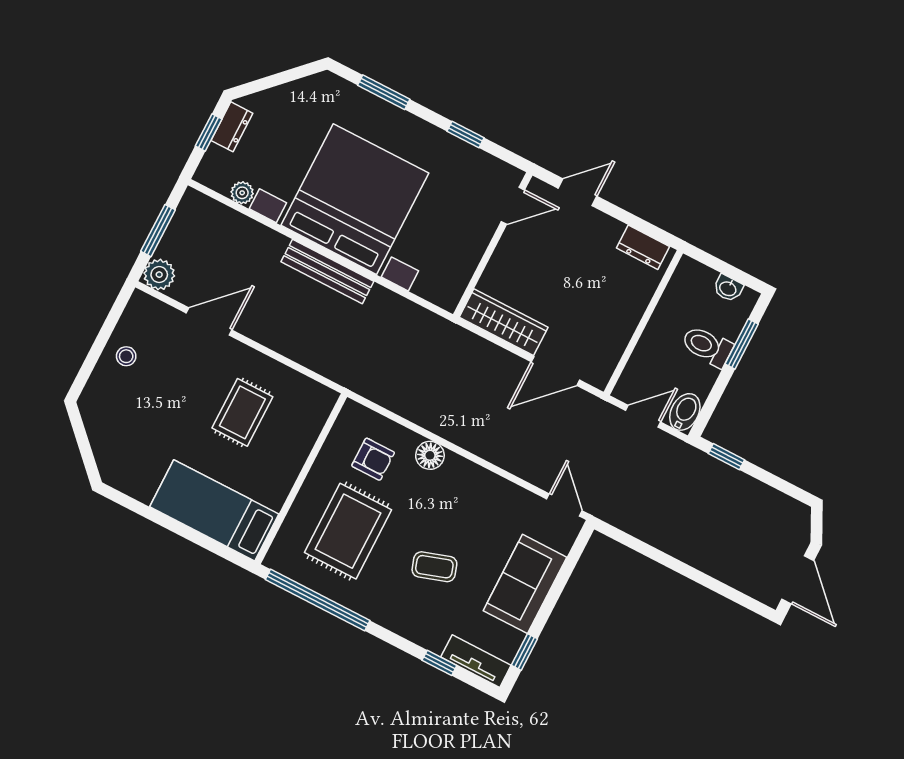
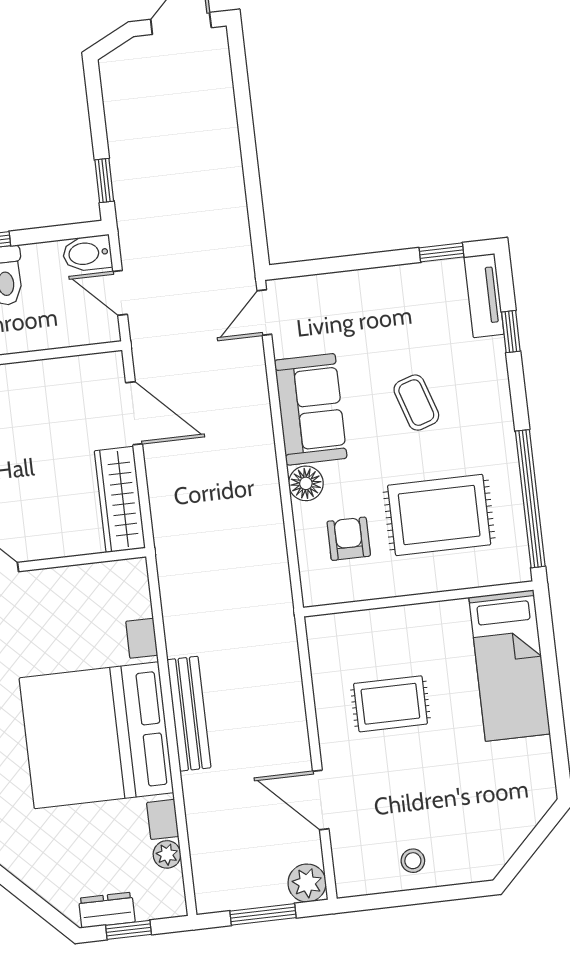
sofa: (525, 584) -> (311, 409), moved, turned -90

